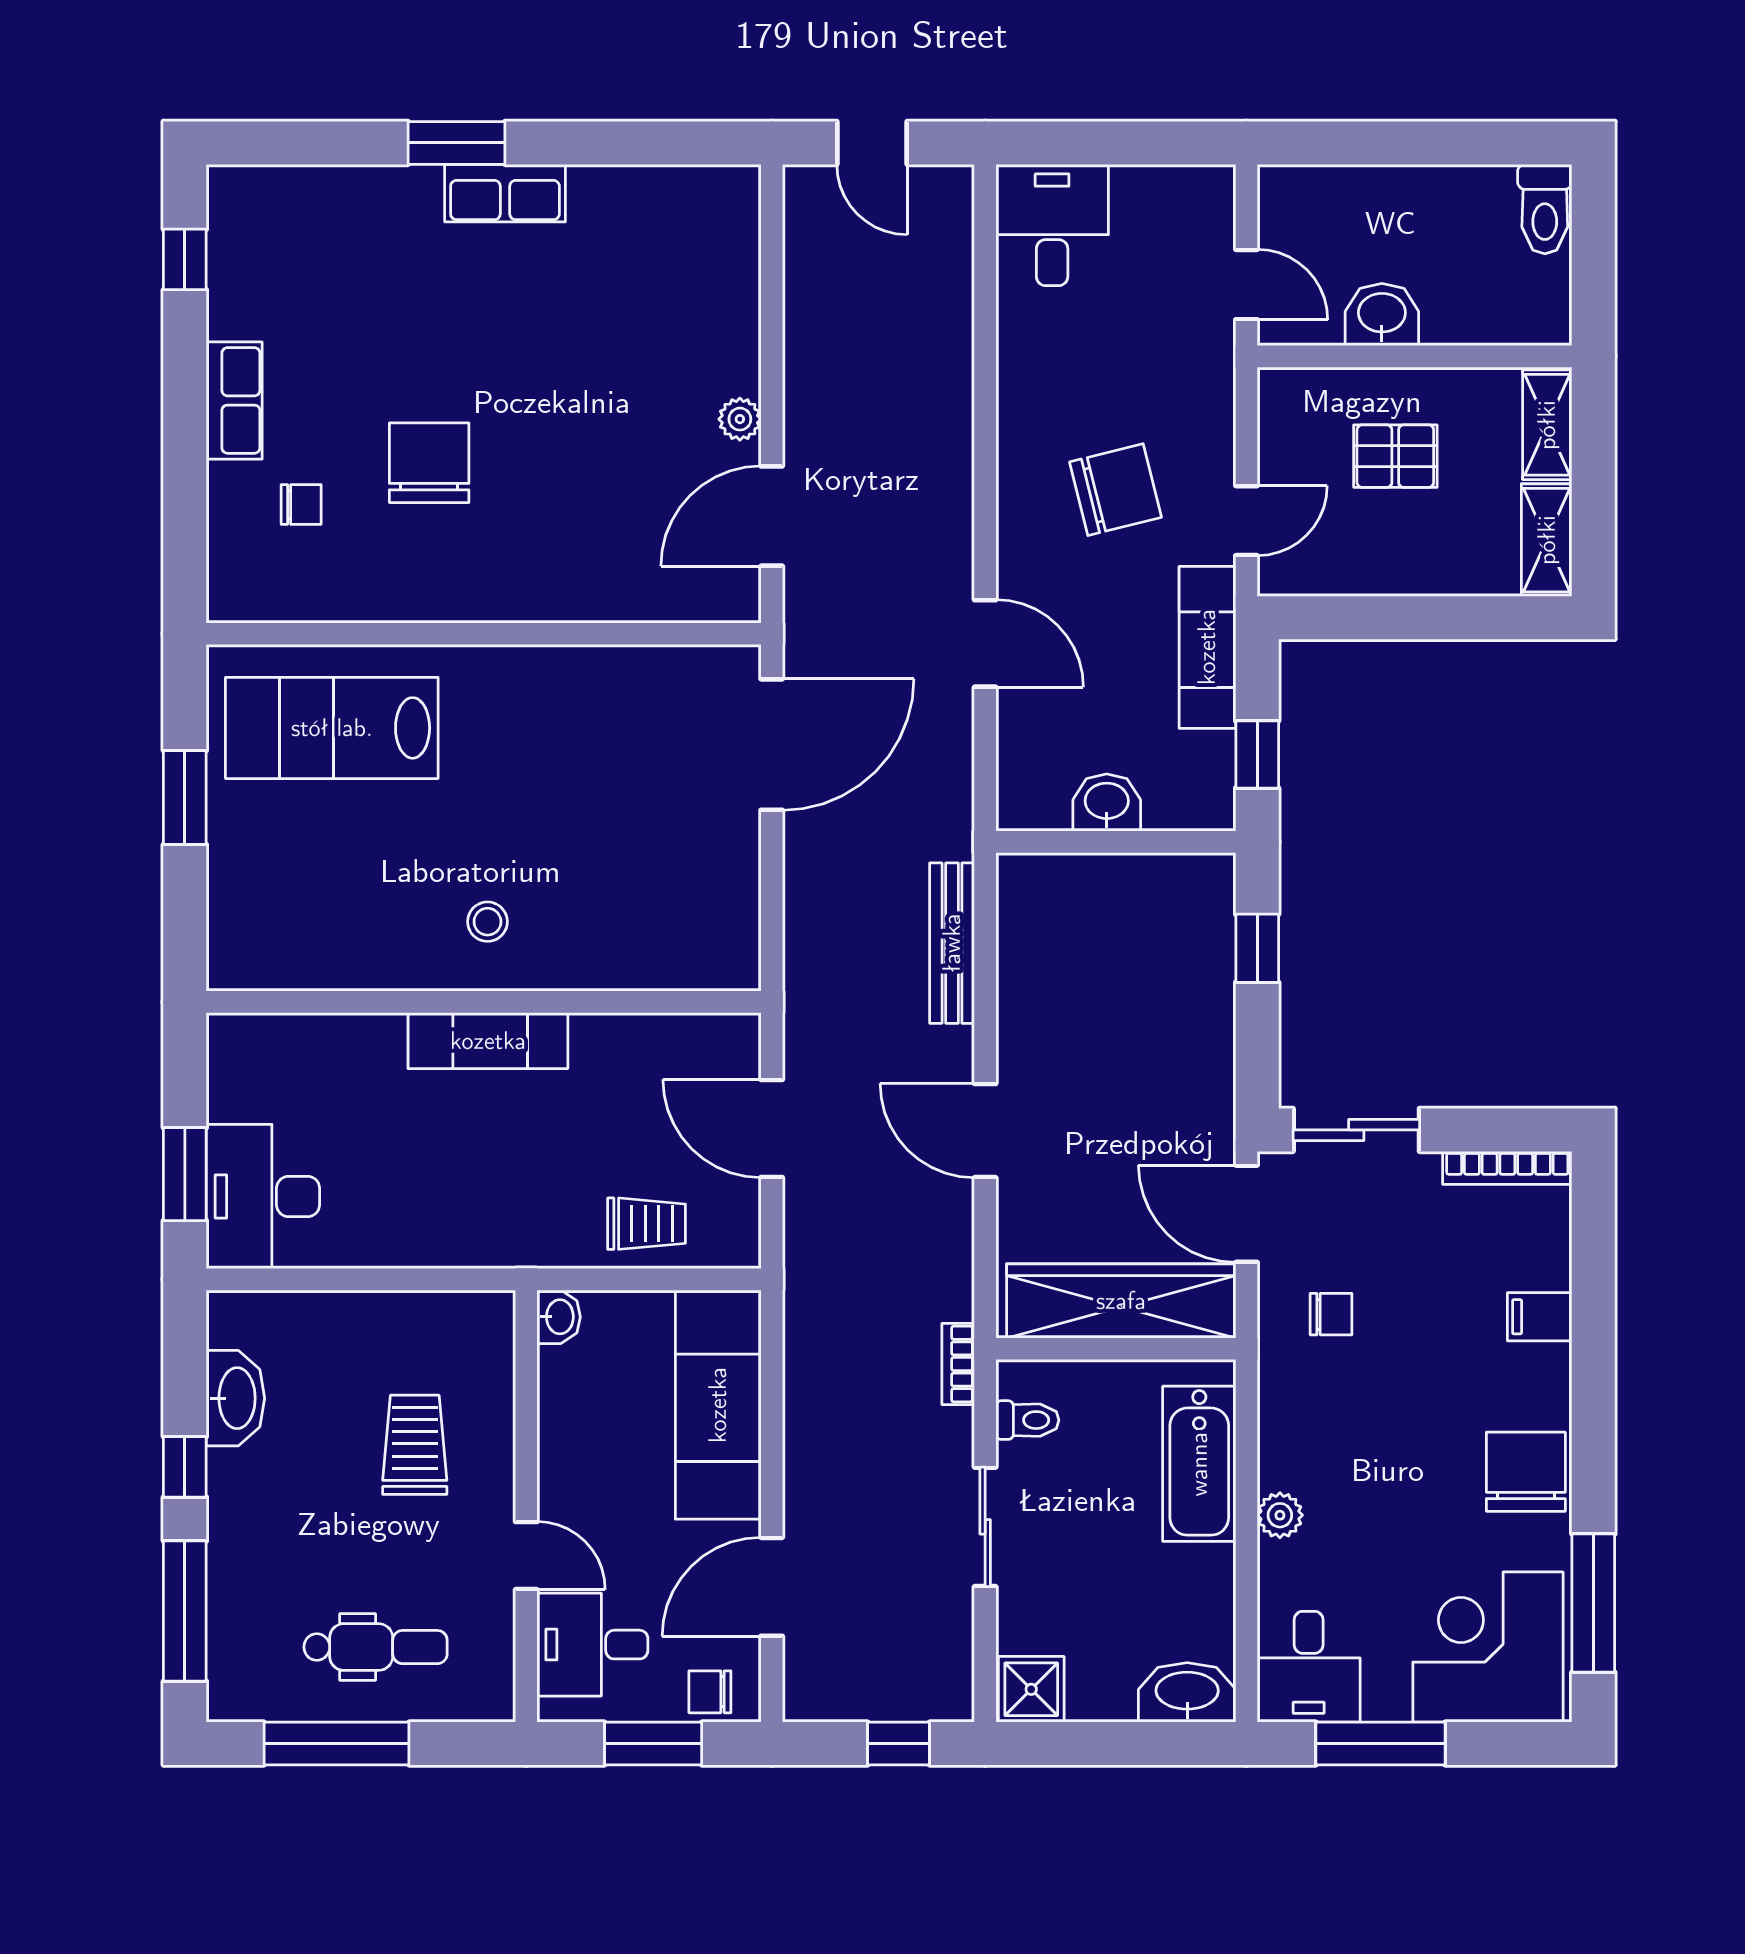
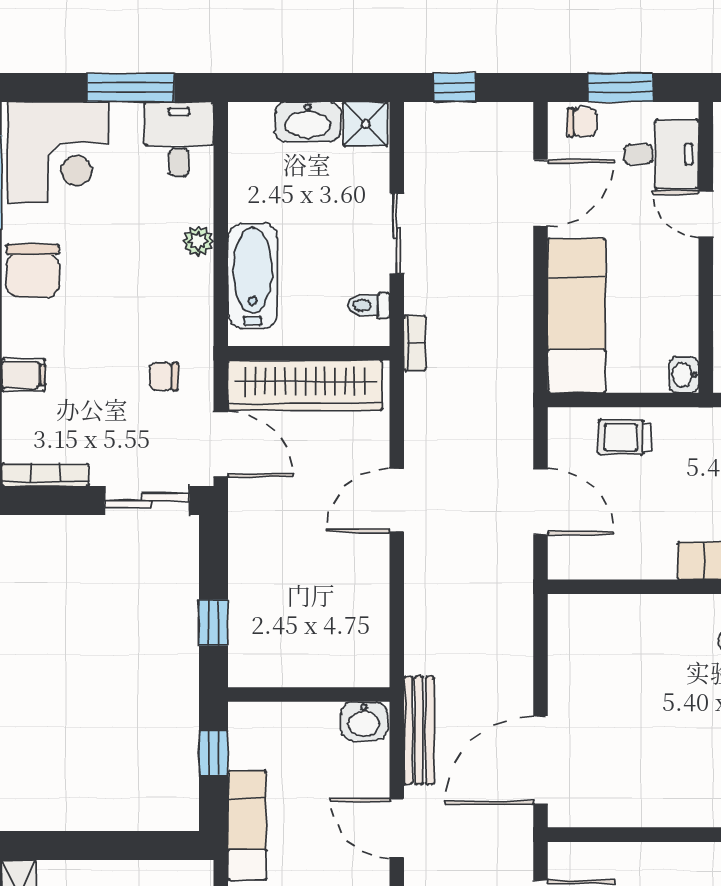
washbasin: (1107, 803) -> (364, 721), moved
bench: (952, 943) -> (419, 730), moved
door: (985, 1131) -> (397, 500), swing flipped
washbasin: (1187, 1692) -> (308, 122), moved

